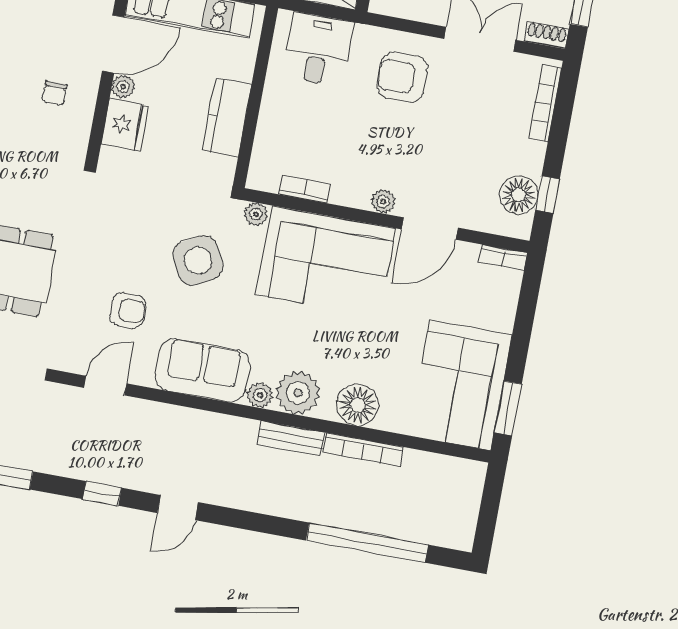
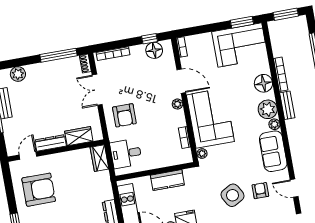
side table: (198, 261) -> (232, 195), moved
window: (489, 510) -> (286, 14), added

